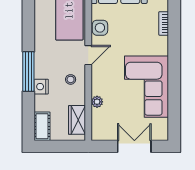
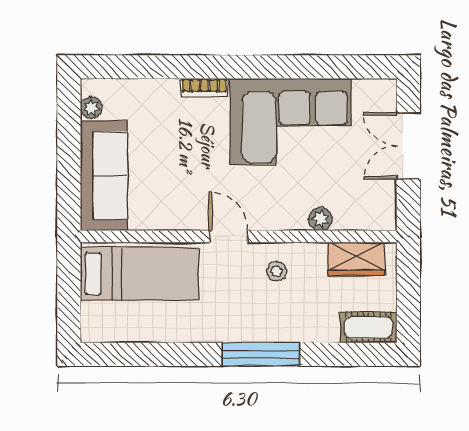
bookcase: (164, 23) -> (204, 88), moved
side table: (100, 28) -> (175, 213), removed
nightstand: (41, 87) -> (291, 329), removed

